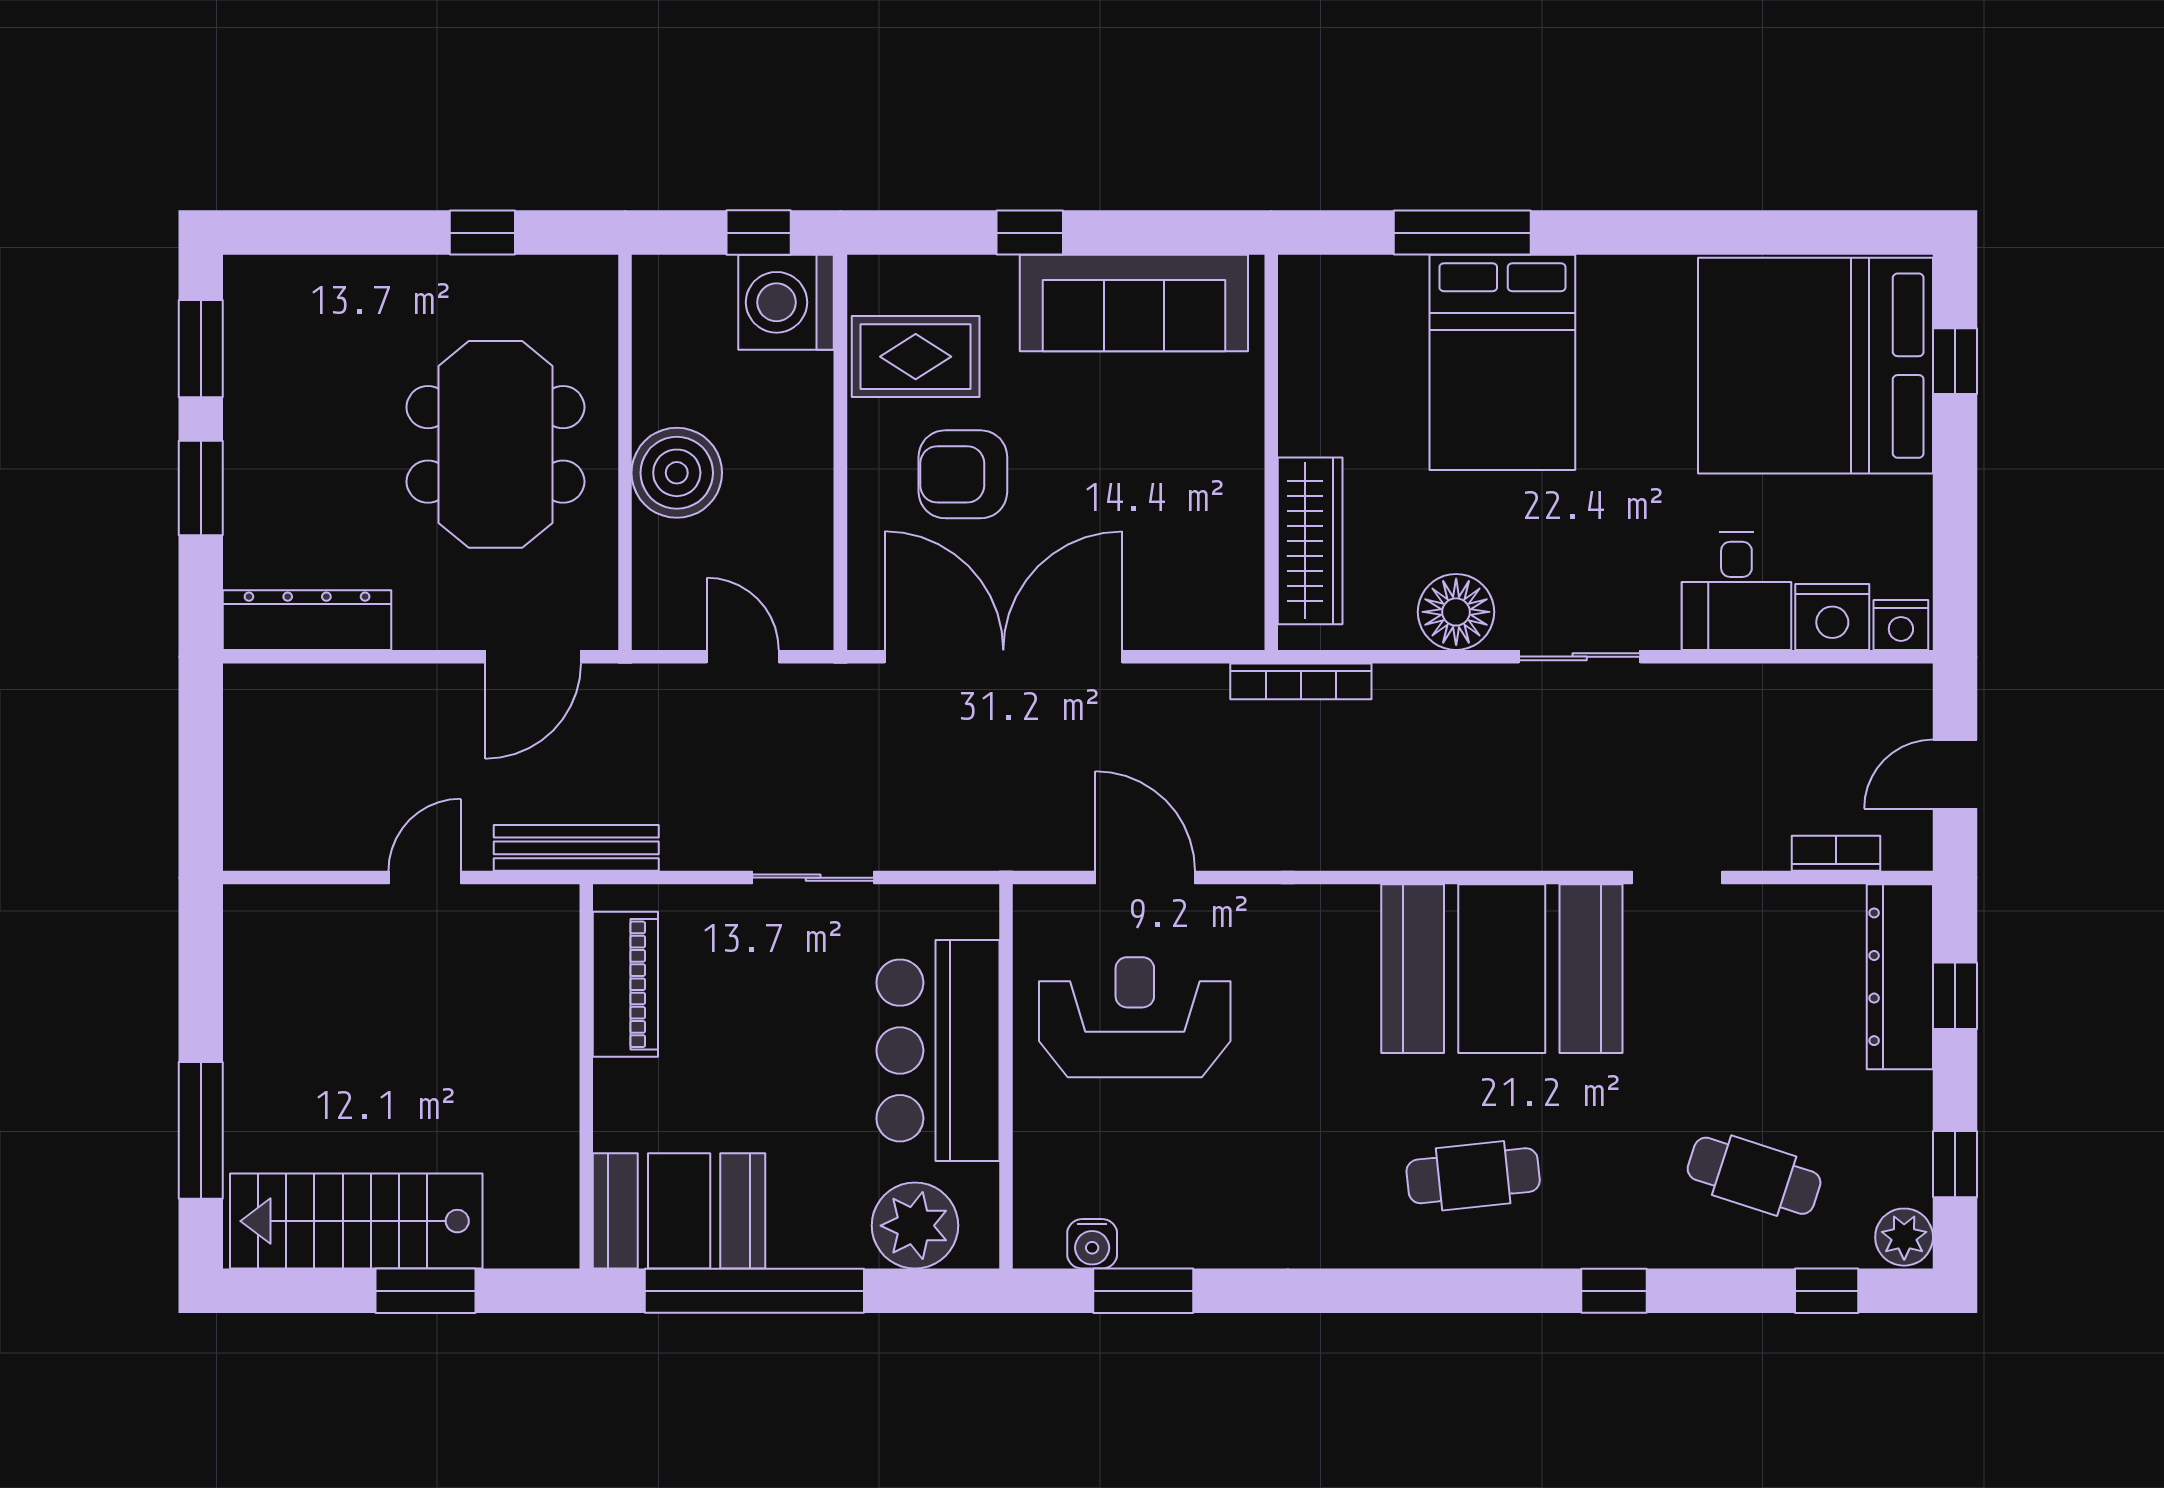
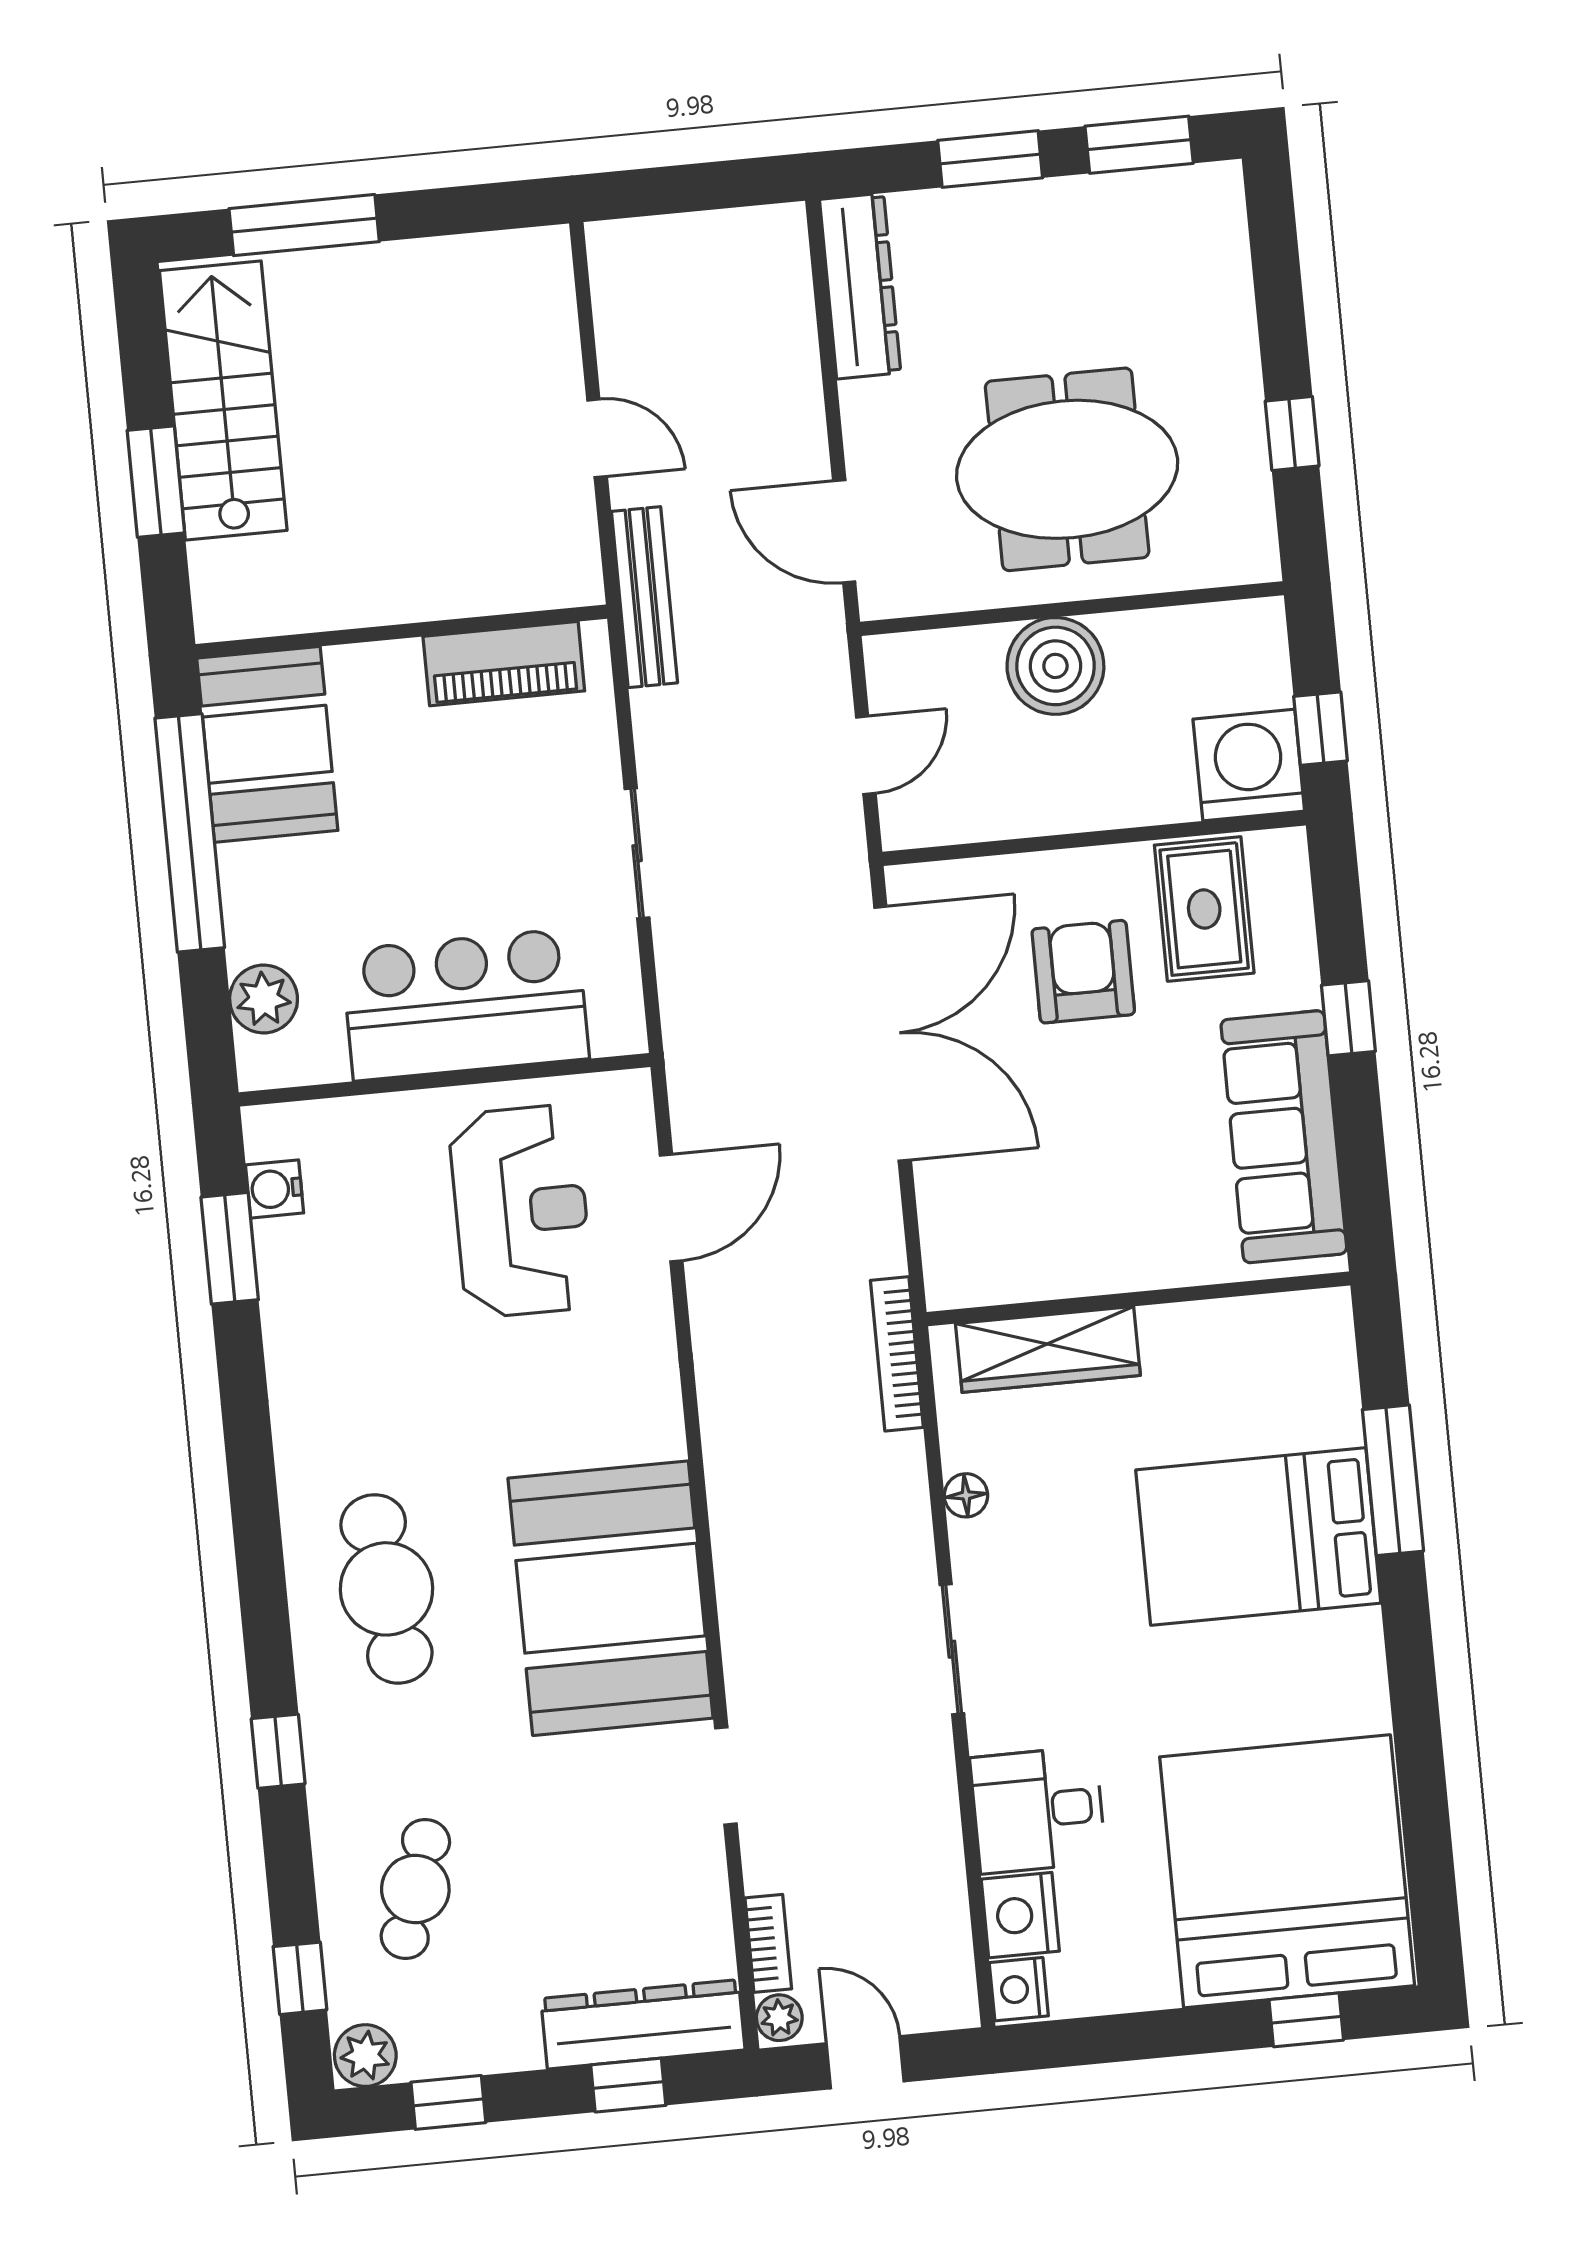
floor lamp: (1456, 612) -> (966, 1495), width x0.53, depth x0.53
plant: (1906, 850) -> (779, 2018), added
cafe table: (1473, 1176) -> (386, 1589), width x1.37, depth x1.35
plant: (915, 1226) -> (264, 999), width x0.73, depth x0.73

